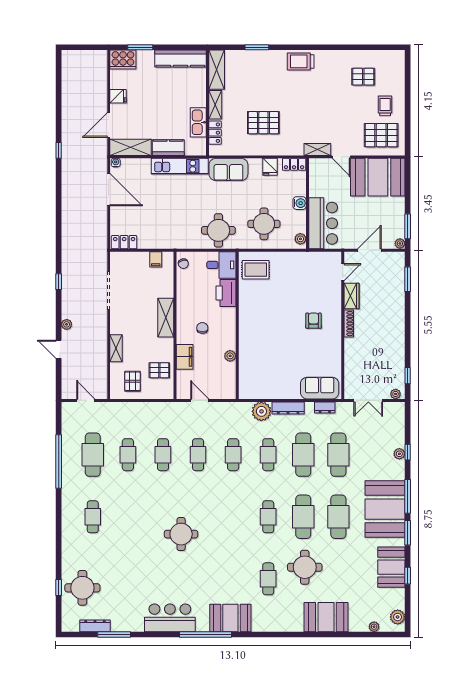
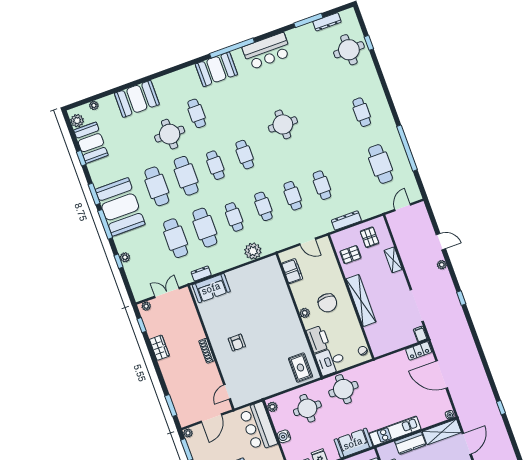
door: (109, 190) -> (442, 375), moved
filing cabinet: (156, 259) -> (420, 334), moved
rug: (256, 270) -> (300, 368), turned 90
wardrobe: (351, 296) -> (159, 348), moved, turned 180
shelving: (166, 318) -> (361, 300), width x1.47
chair: (202, 328) -> (327, 303), width x1.87, depth x1.87
plant: (230, 356) -> (305, 313), moved
filing cabinet: (185, 357) -> (292, 271), moved, turned 180
door: (86, 400) -> (403, 207), swing flipped
dresser: (288, 408) -> (346, 220), moved
cafe table: (128, 455) -> (245, 155), moved
booth: (391, 567) -> (91, 143), moved

